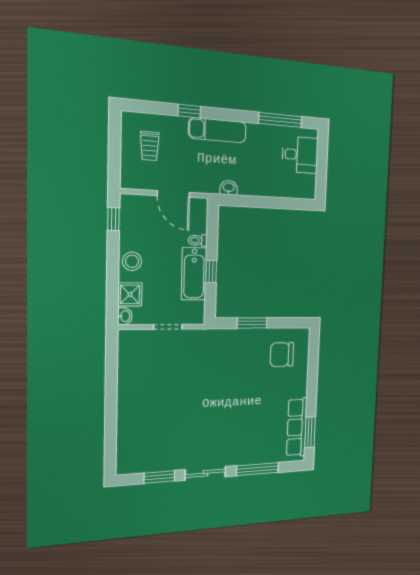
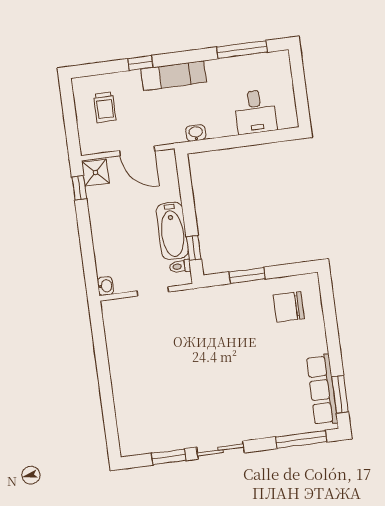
desk: (300, 155) -> (255, 112), moved, turned 90
toilet: (198, 240) -> (180, 266), moved
stool: (132, 261) -> (104, 228), removed
window: (211, 272) -> (194, 248), moved
shower: (130, 294) -> (95, 173), moved
window: (258, 469) -> (301, 439), moved

